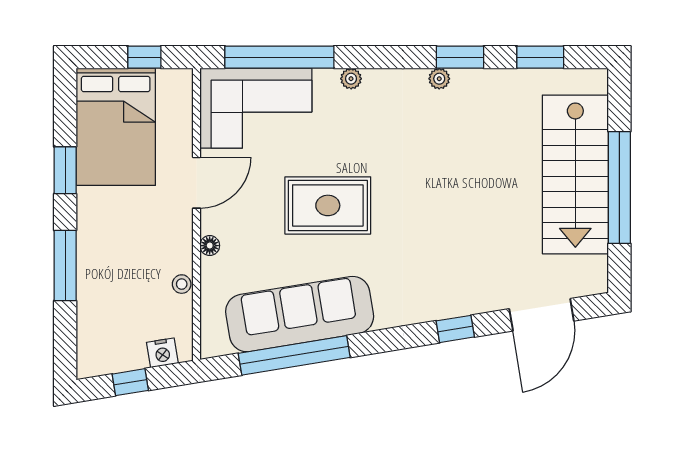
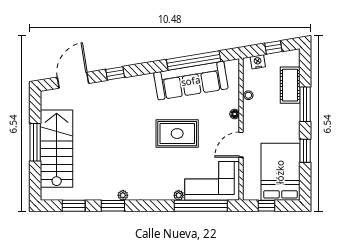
plant: (351, 79) -> (179, 195), moved
window: (619, 188) -> (35, 142), width x0.68
cot: (96, 305) -> (290, 85), added

